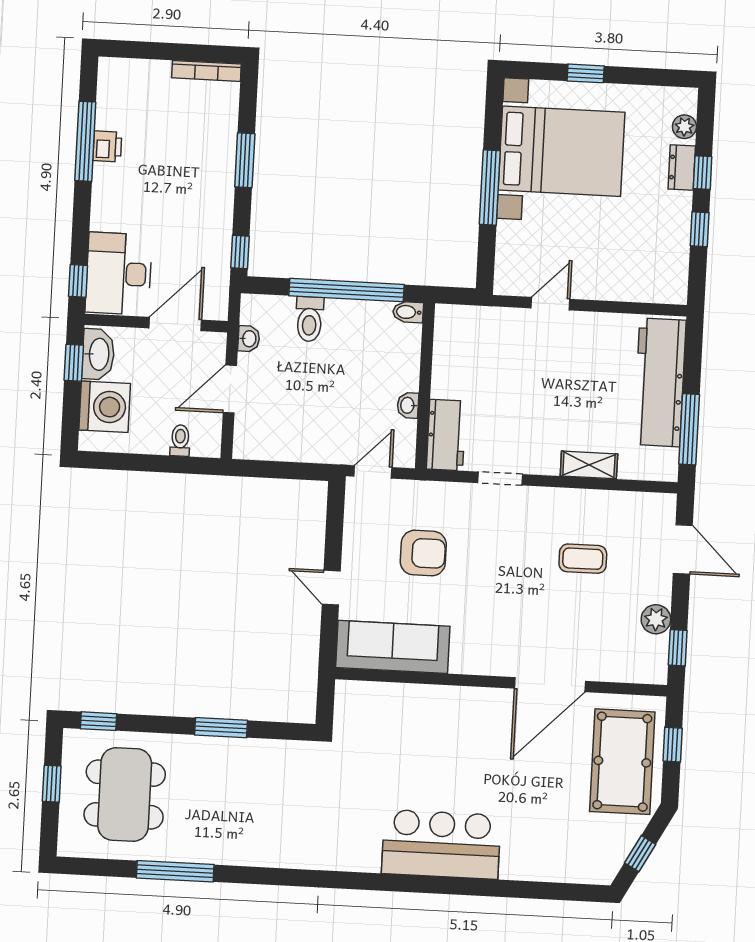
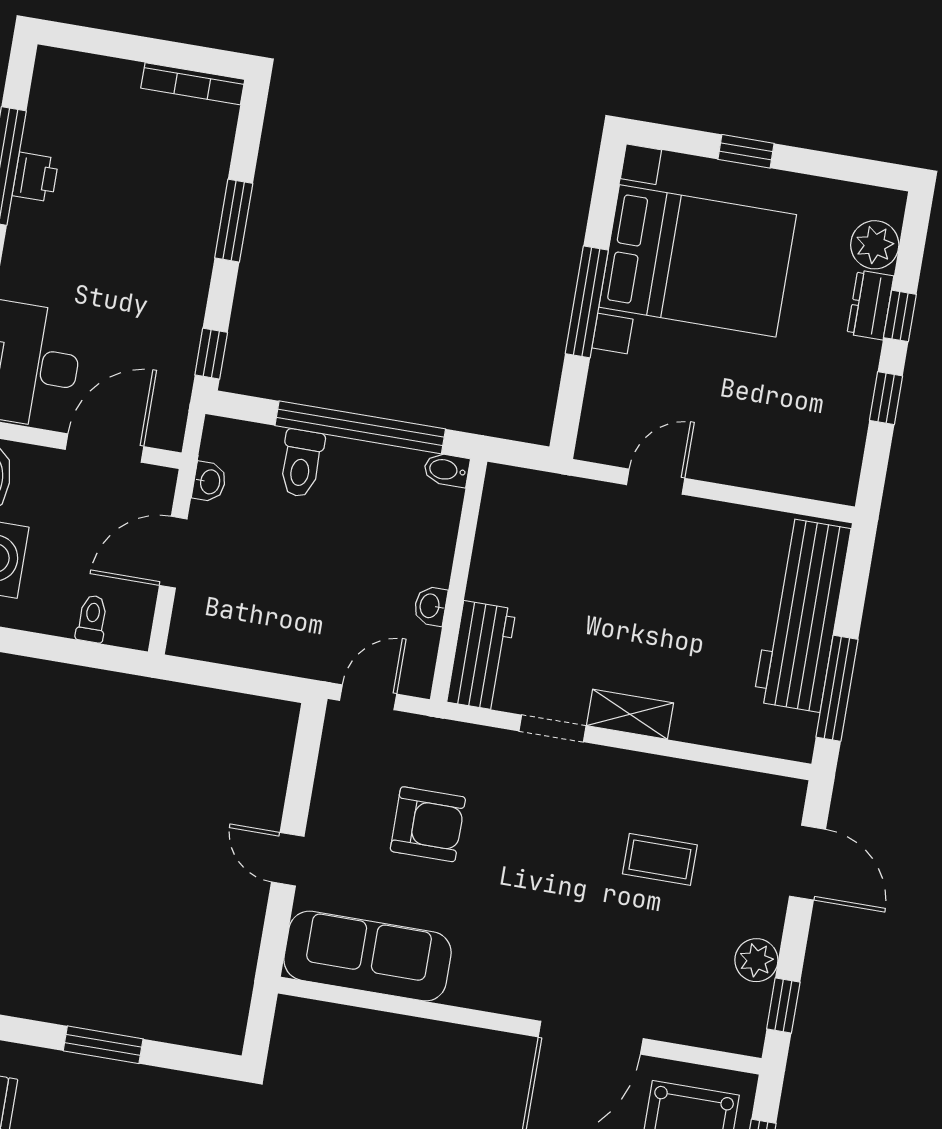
plant: (684, 127) -> (875, 245), width x1.38, depth x1.38
shelving: (589, 465) -> (630, 714), moved

